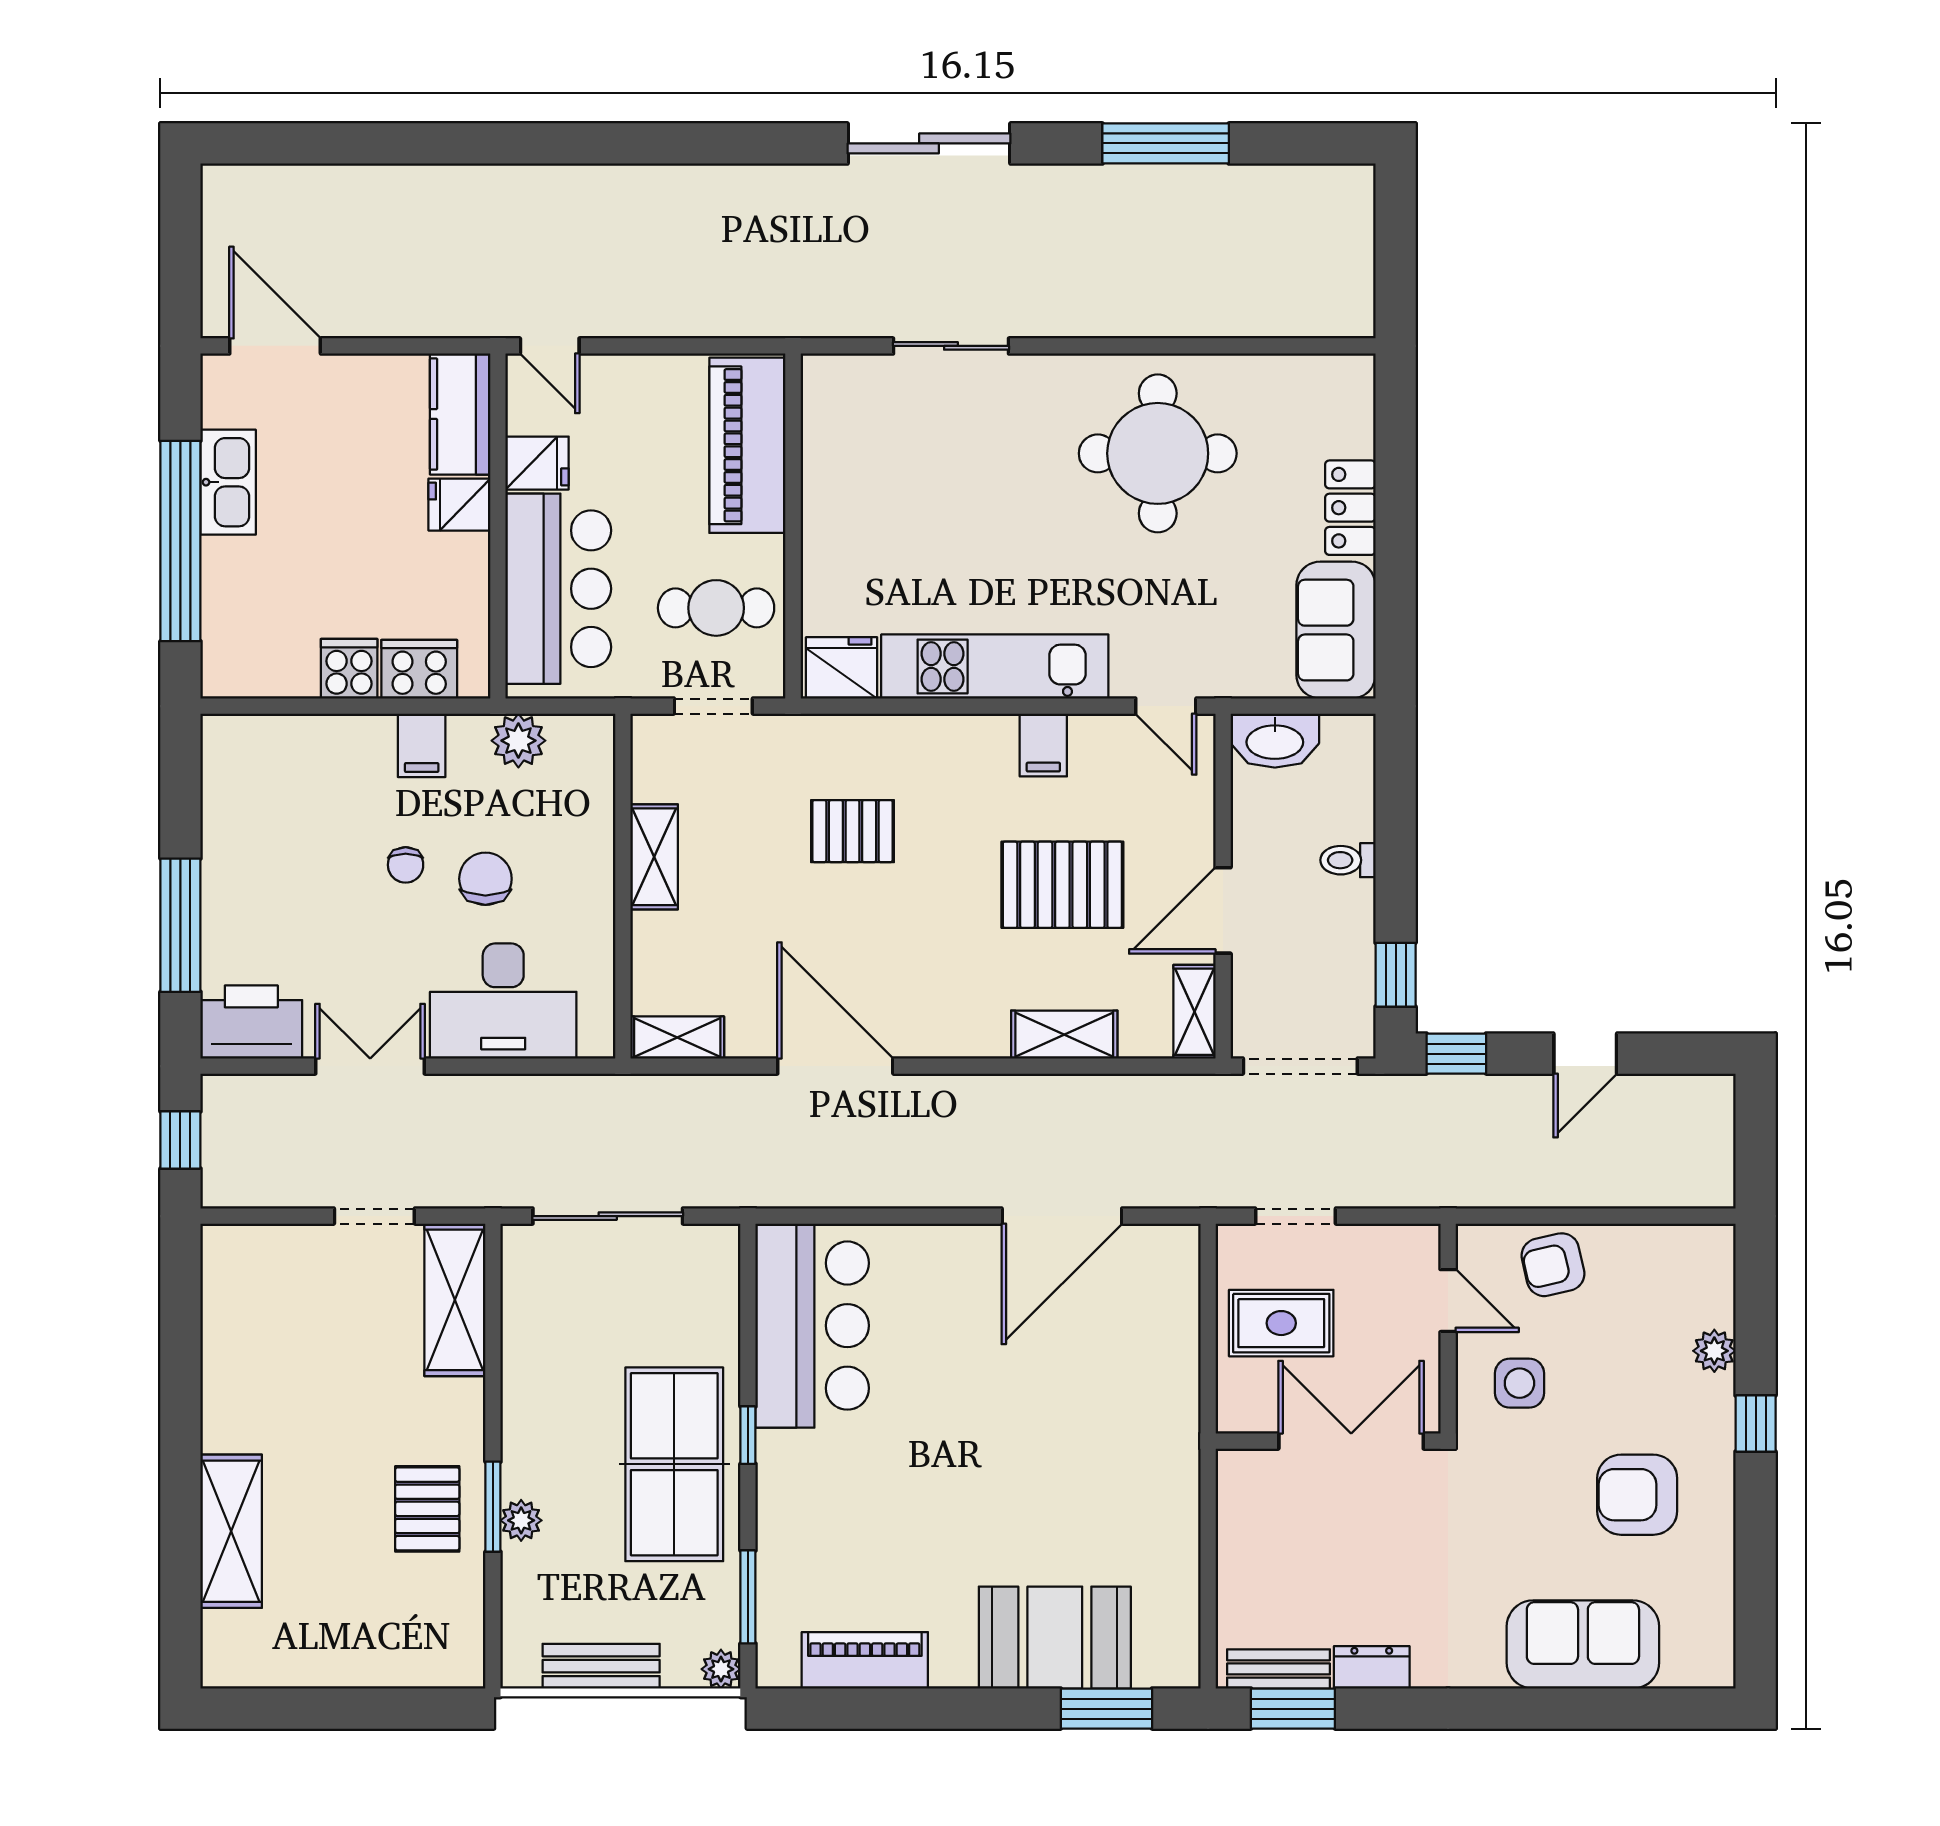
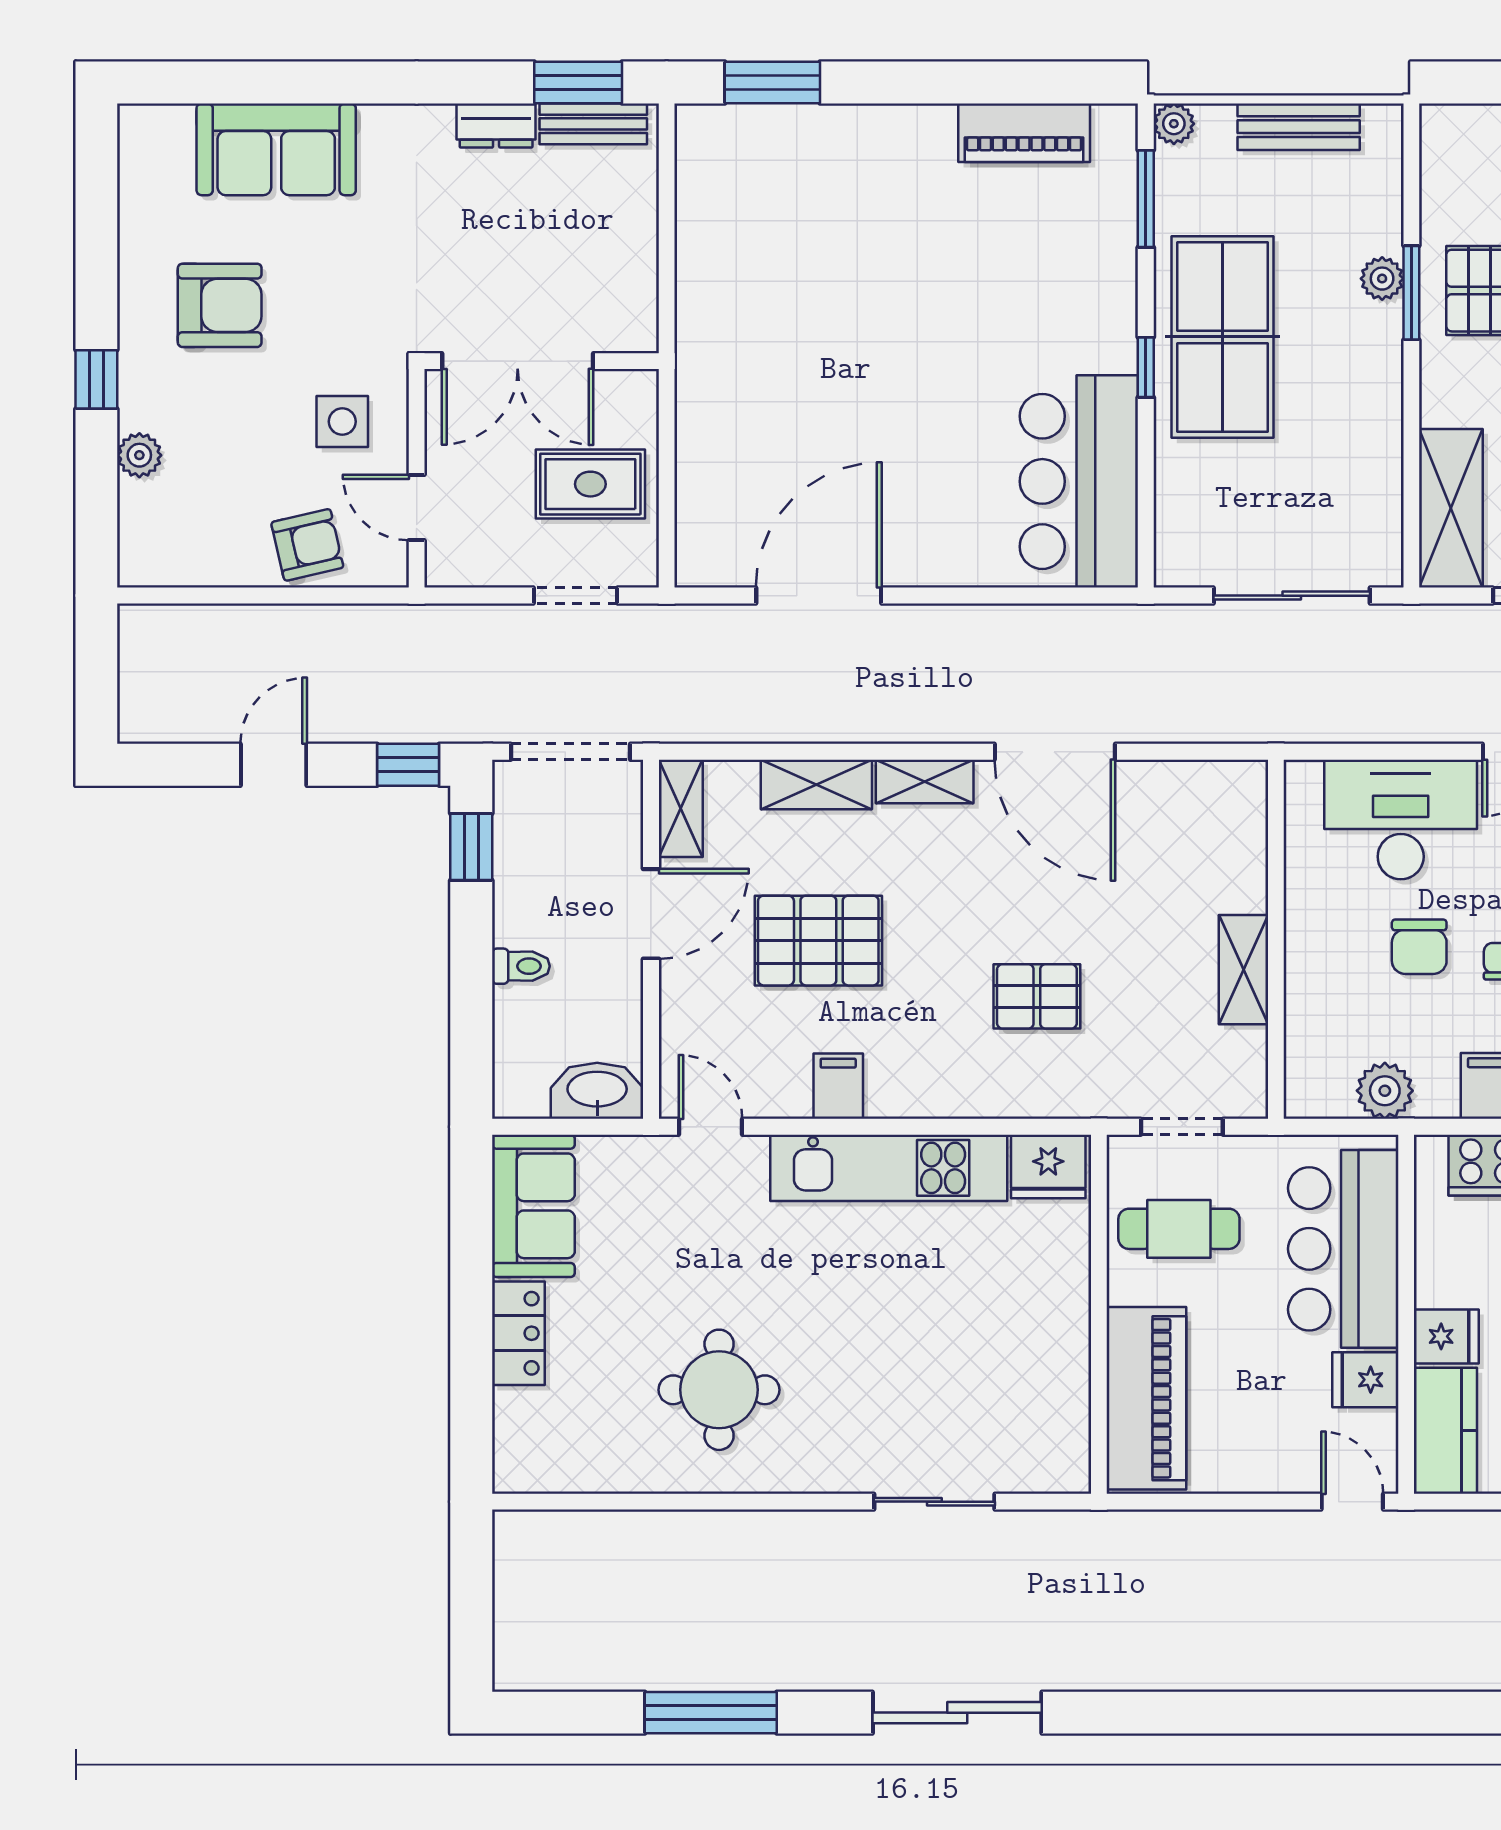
round table: (1158, 453) -> (719, 1390), width x0.73, depth x0.73
shelving: (677, 1037) -> (925, 782), moved
booth: (1055, 1638) -> (826, 157), removed

